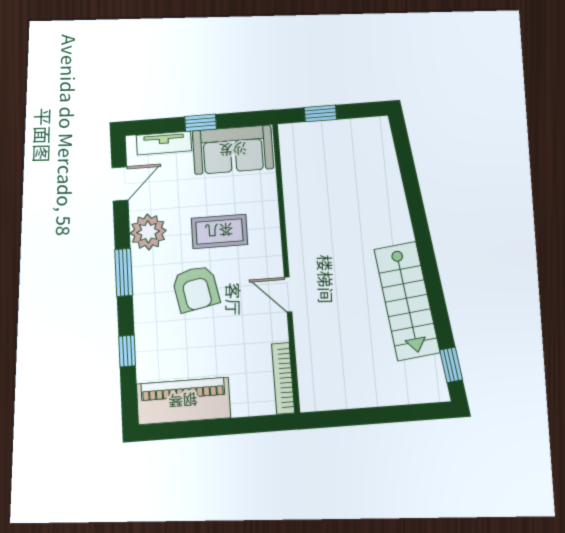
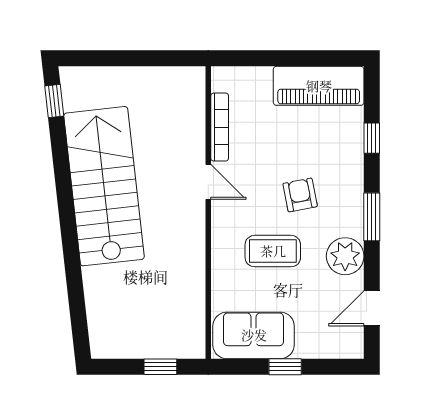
tv unit: (164, 143) -> (324, 348), removed
armchair: (196, 289) -> (300, 195), width x0.72, depth x0.72
stairs: (407, 301) -> (104, 186), width x1.36, depth x1.51
bookcase: (283, 378) -> (220, 127), moved

